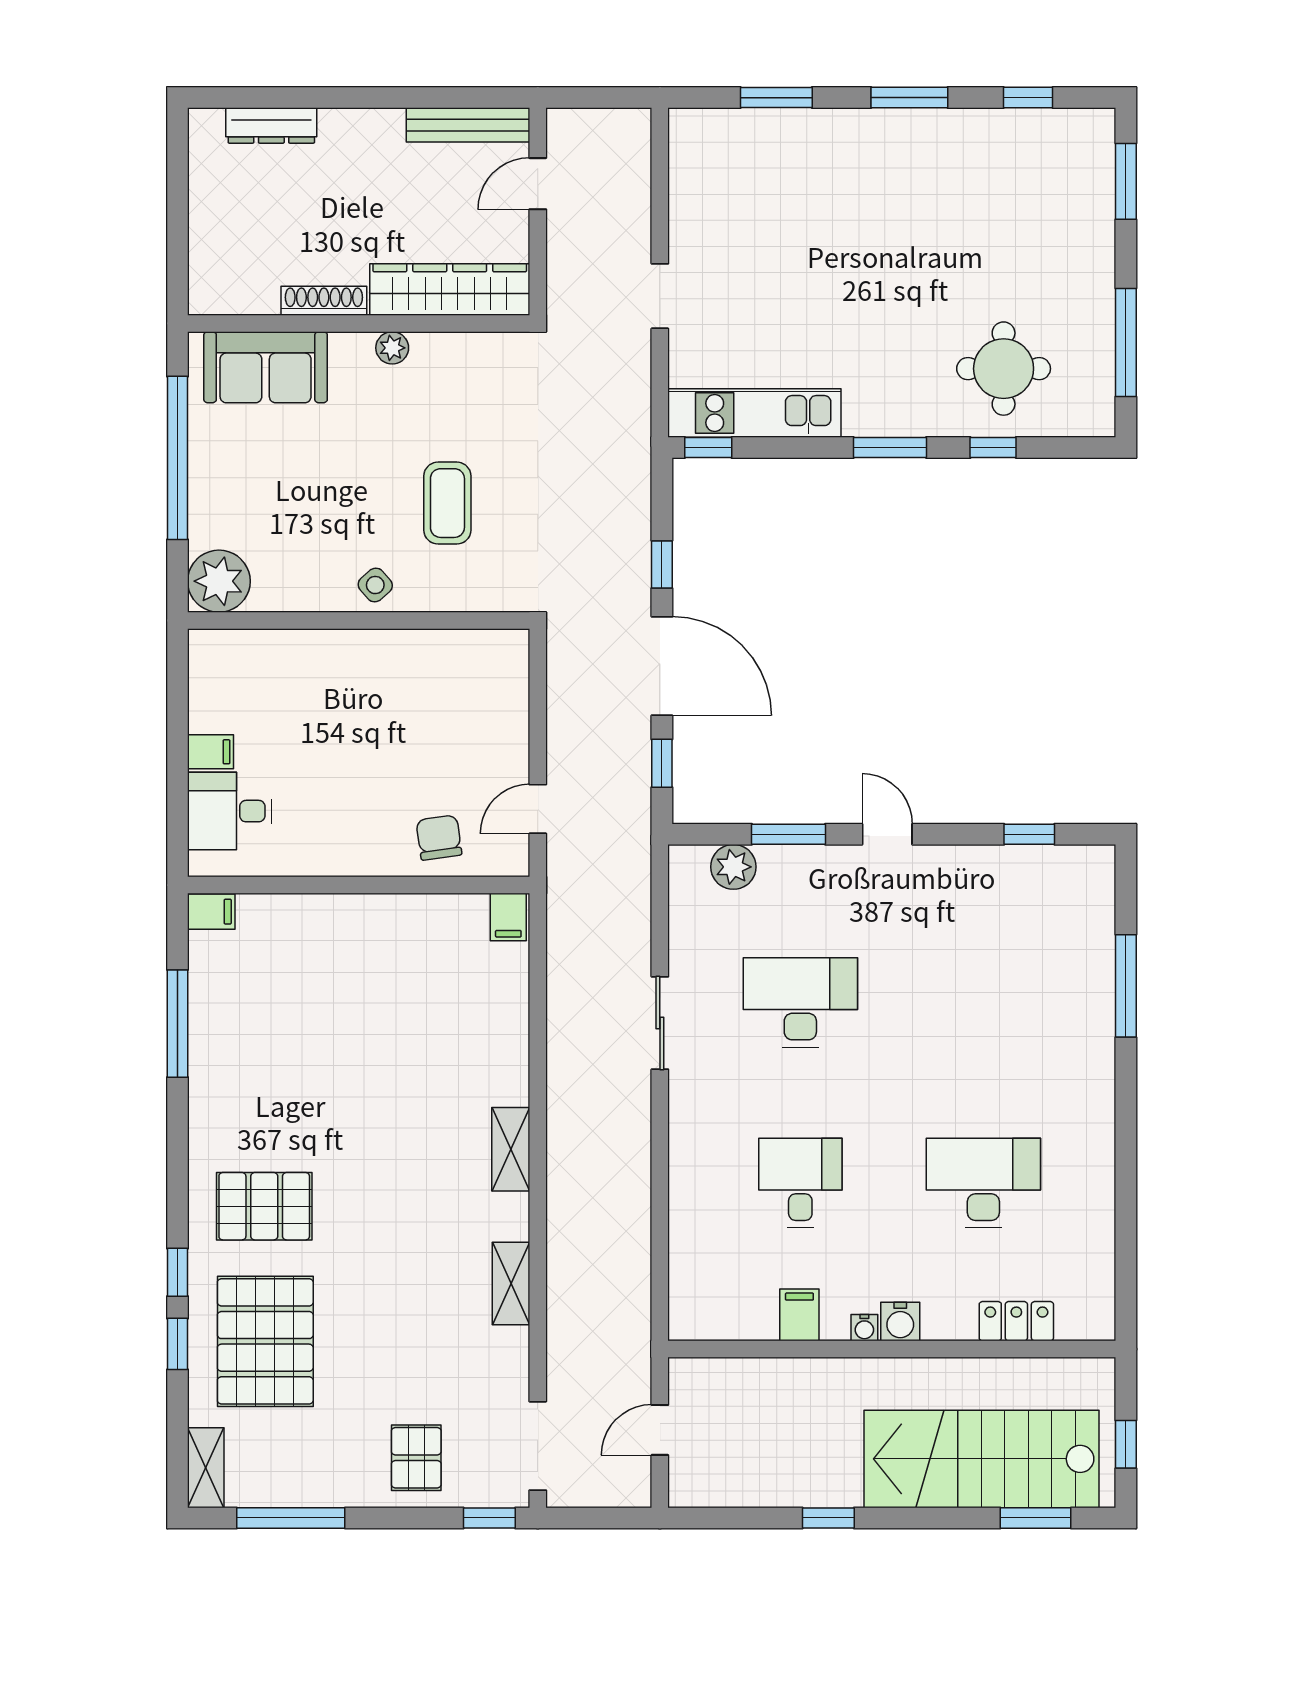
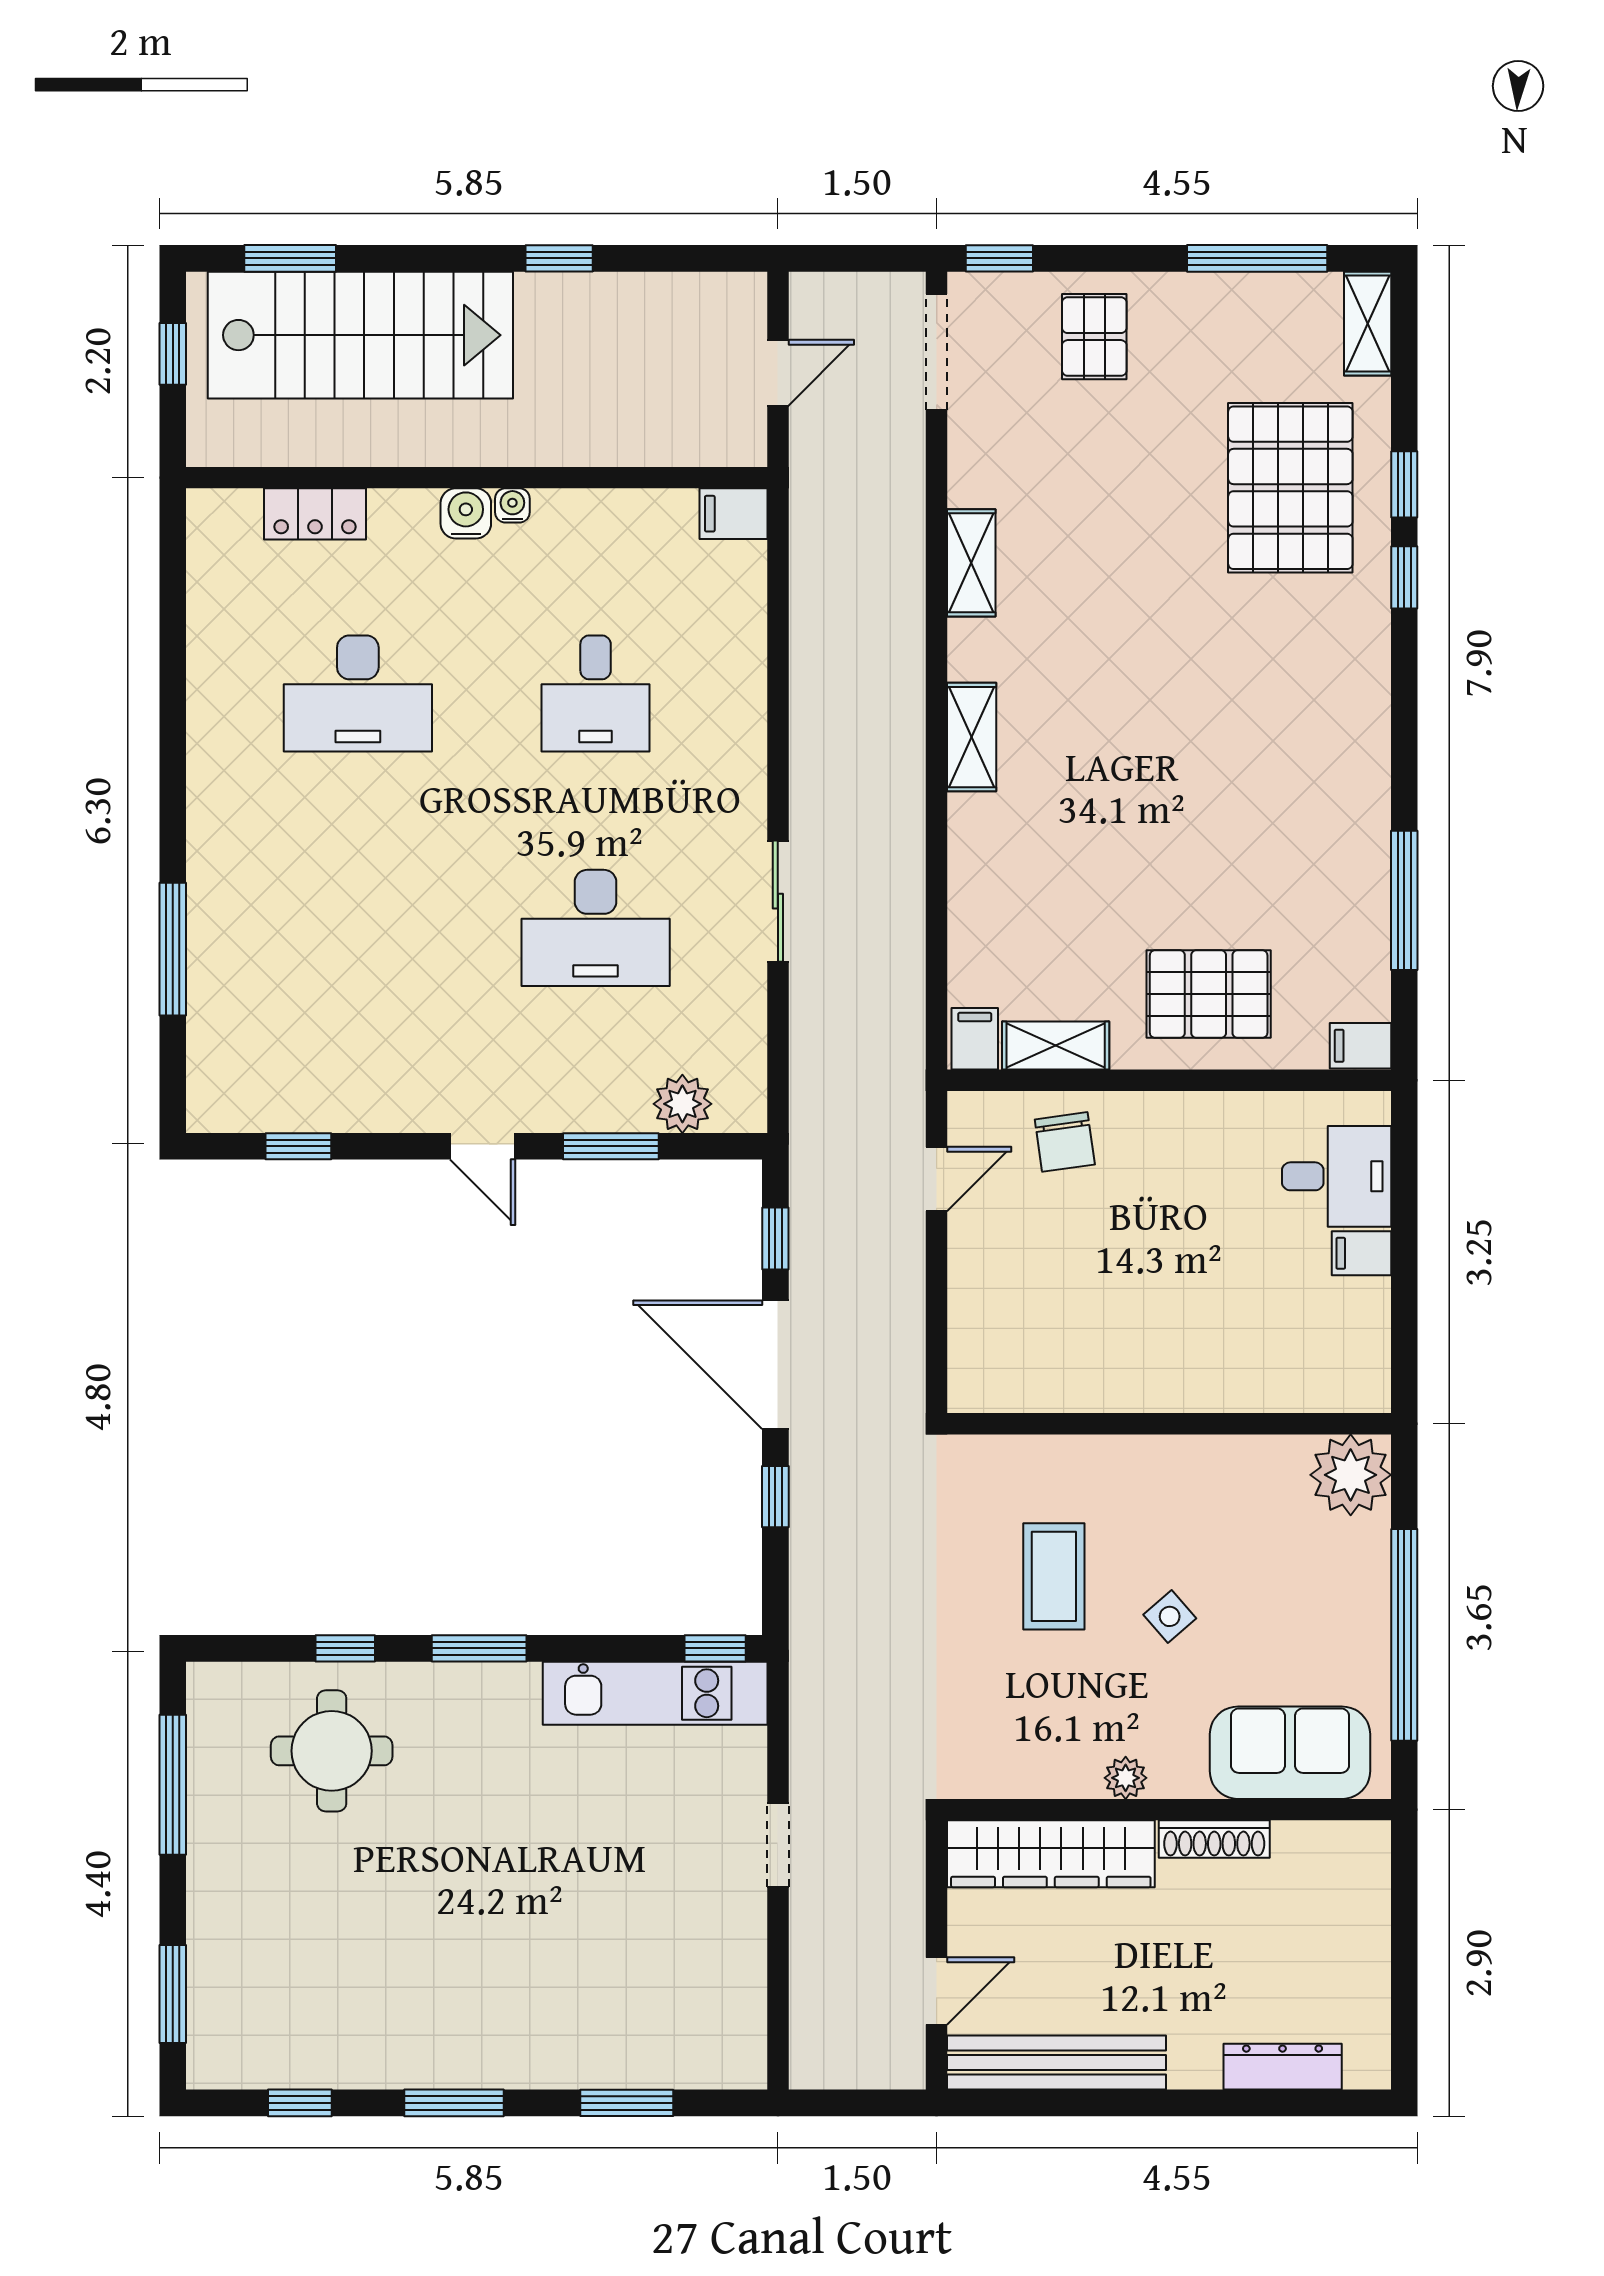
bench: (468, 125) -> (1056, 2063), width x1.37, depth x1.21
side table: (375, 585) -> (1170, 1616), moved
shelving: (446, 912) -> (1056, 1046), added
pallet: (264, 1206) -> (1209, 994), moved
filing cabinet: (799, 1315) -> (734, 514), moved, turned 90

